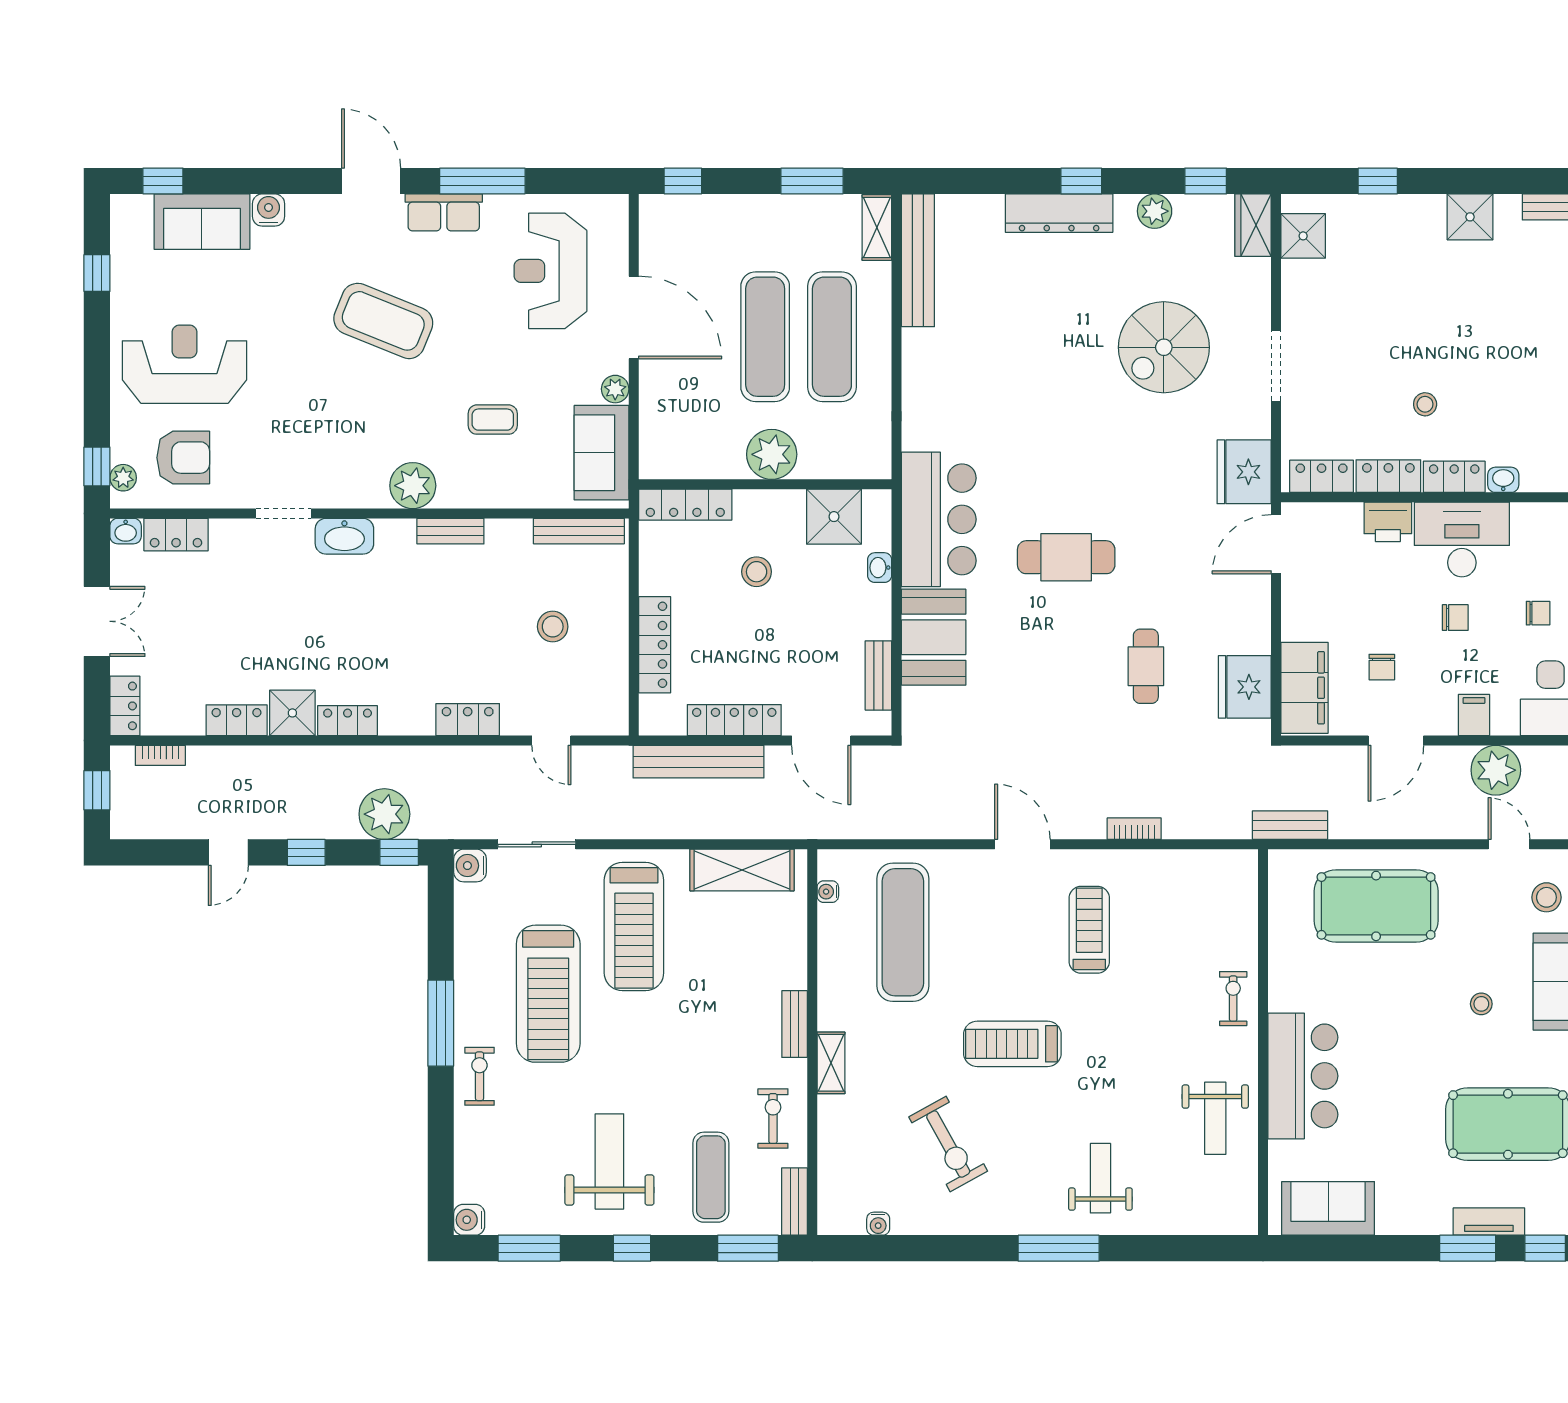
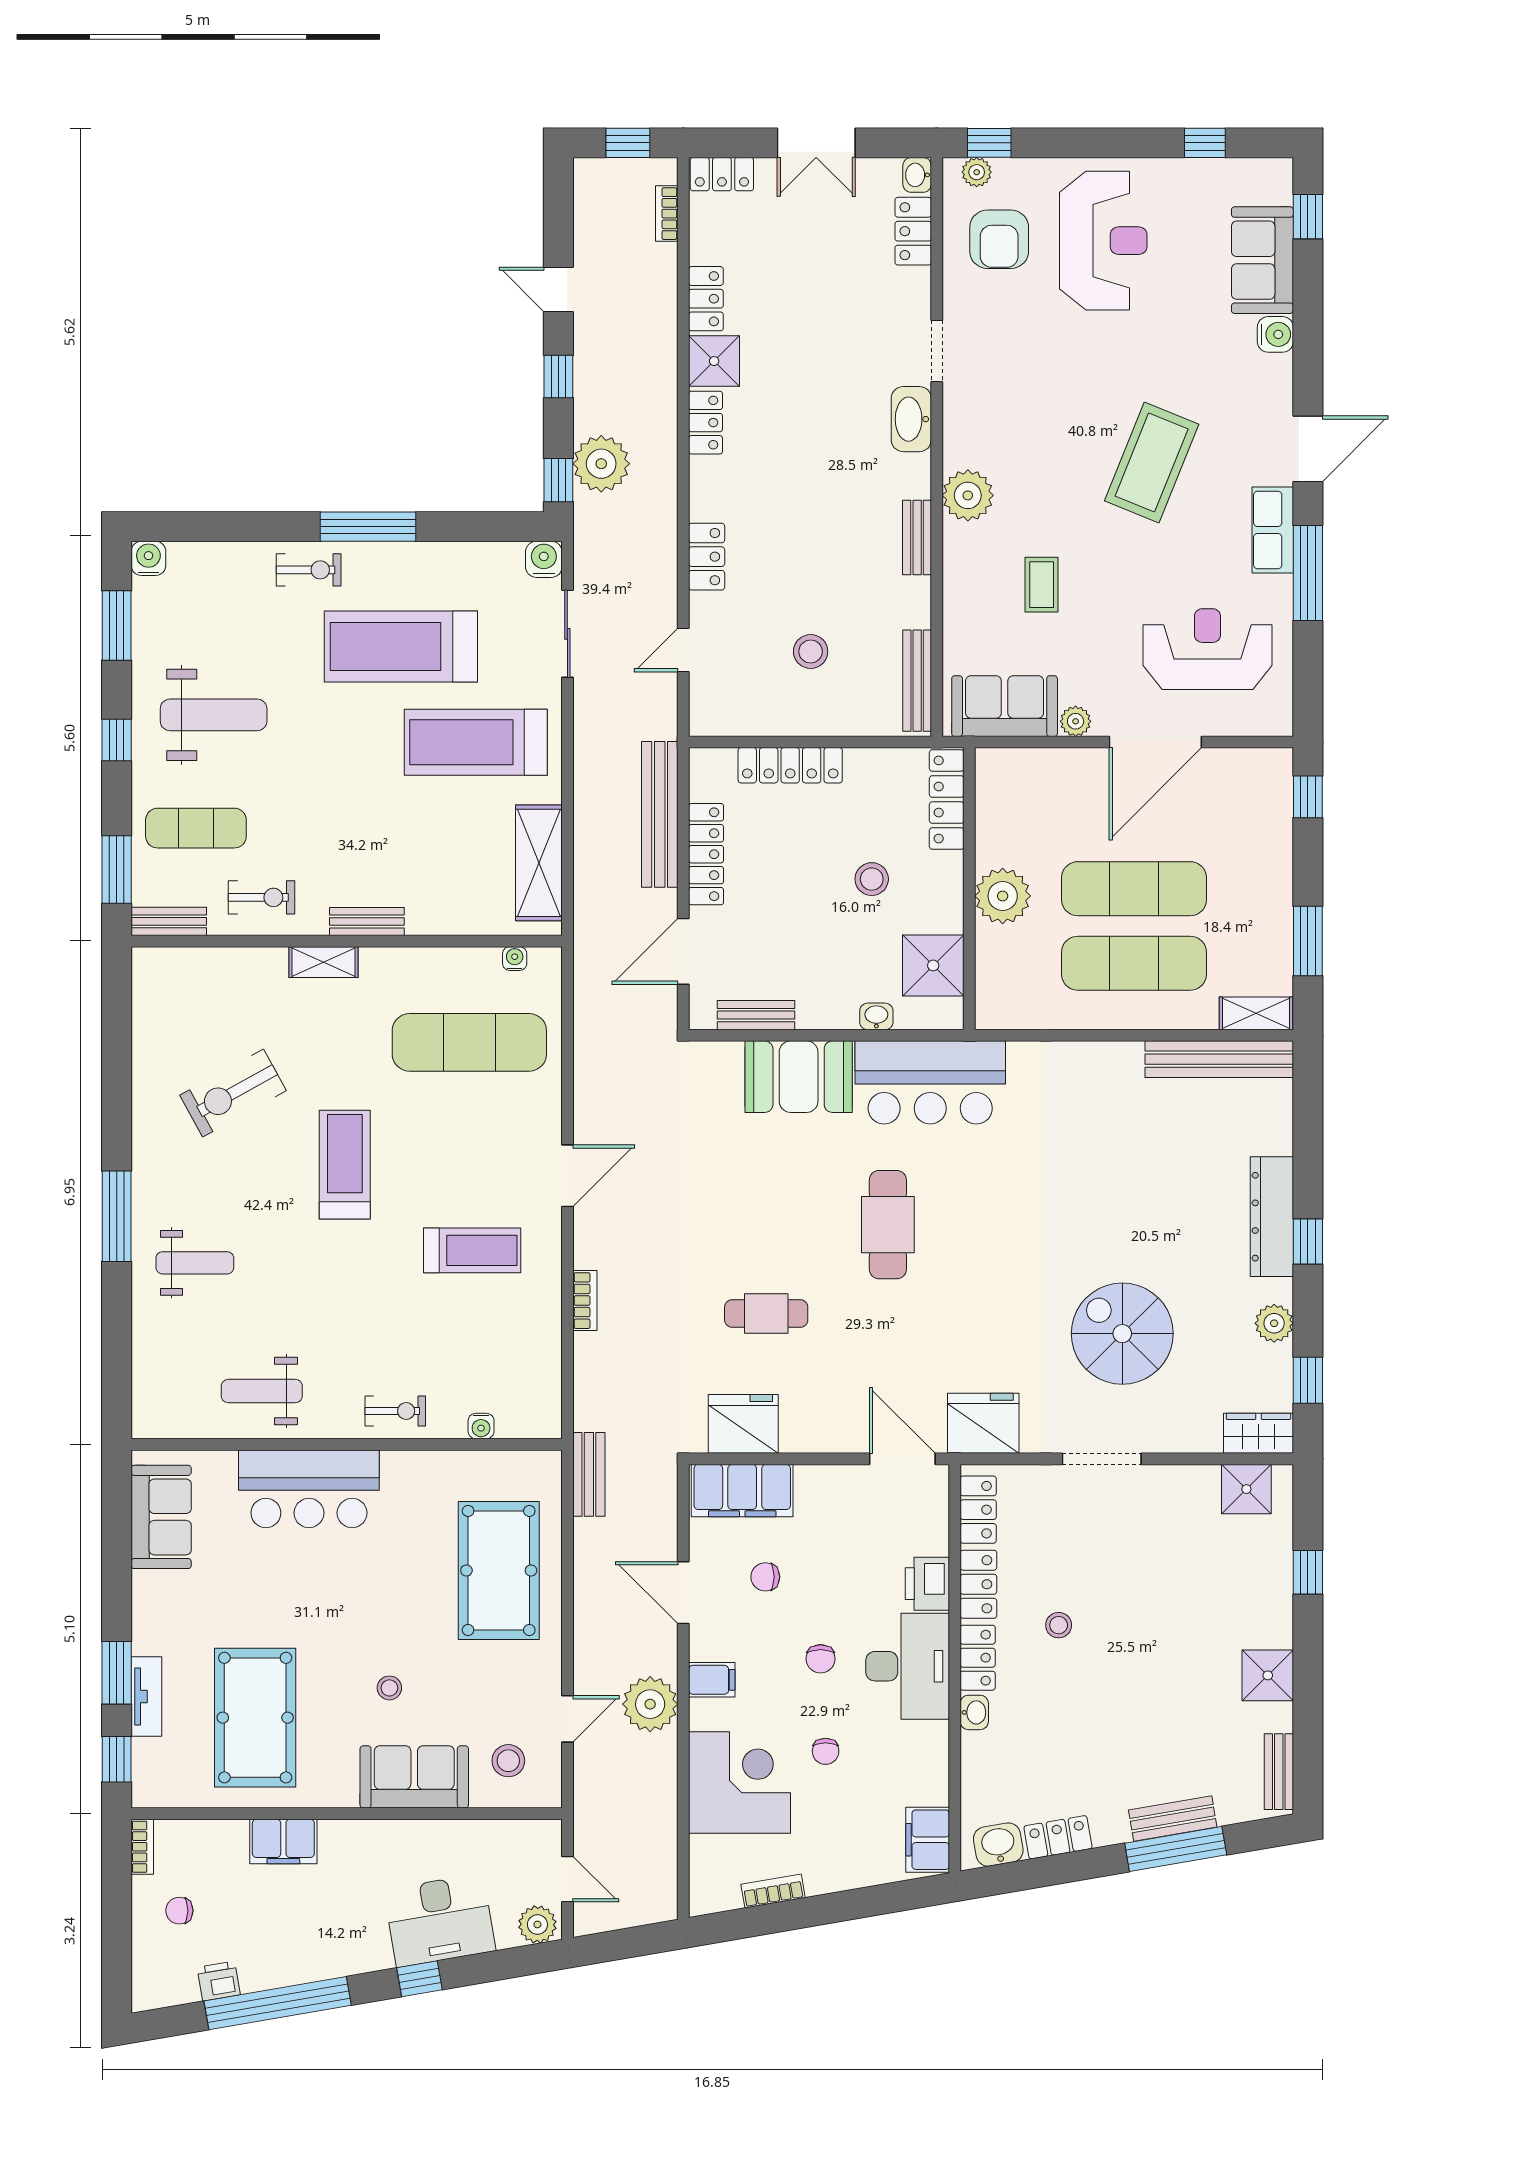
water cooler: (878, 1224) -> (481, 1426), moved, turned -90

